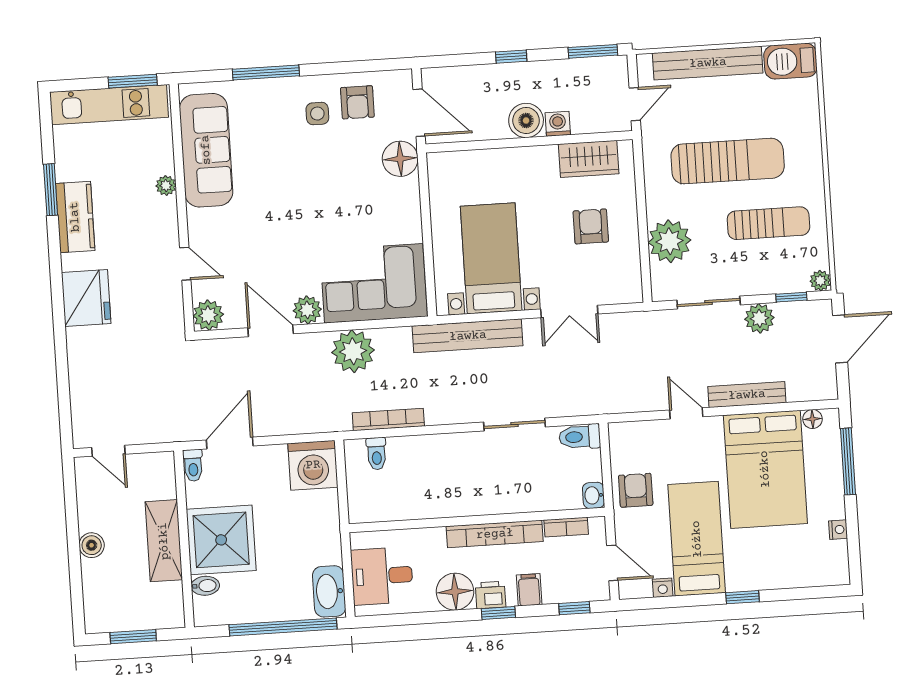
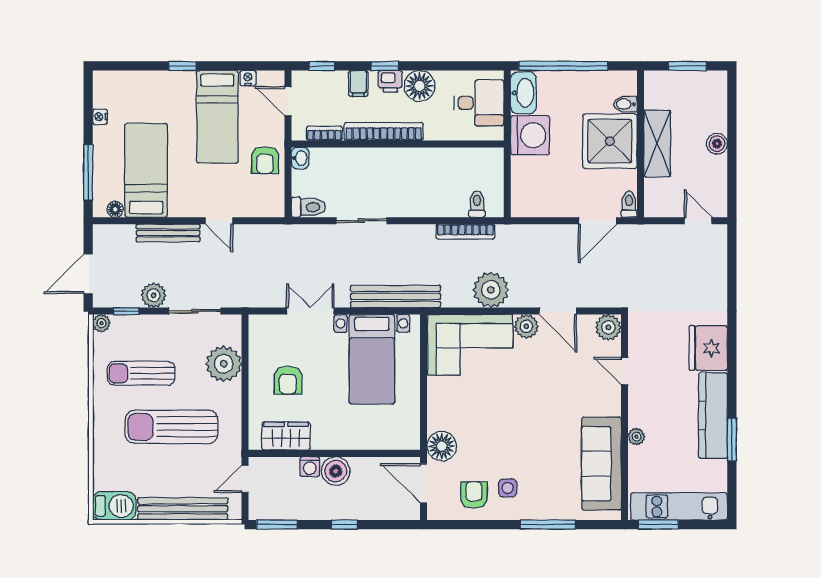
kitchen counter: (75, 217) -> (713, 415), width x1.50
washing machine: (313, 465) -> (530, 135), moved, turned 90
bed: (765, 469) -> (146, 170), width x0.67

